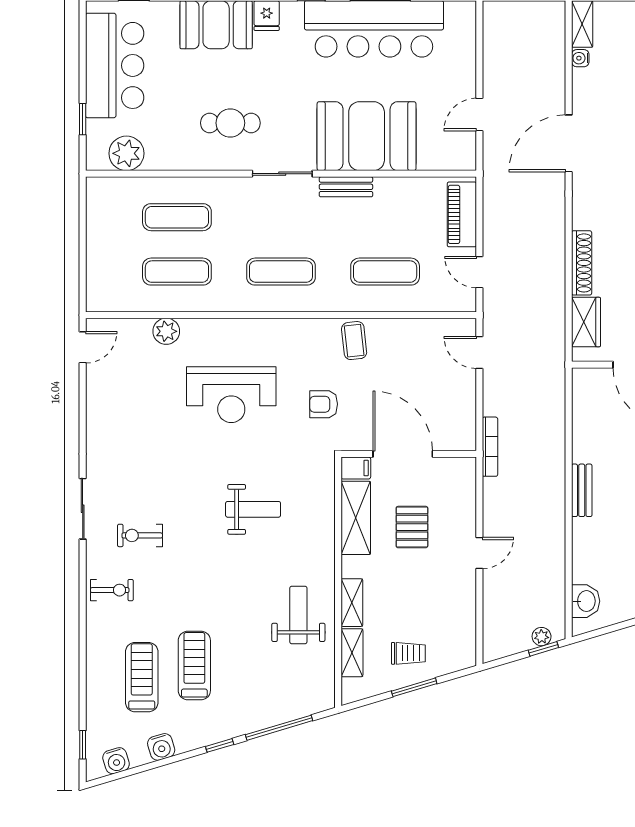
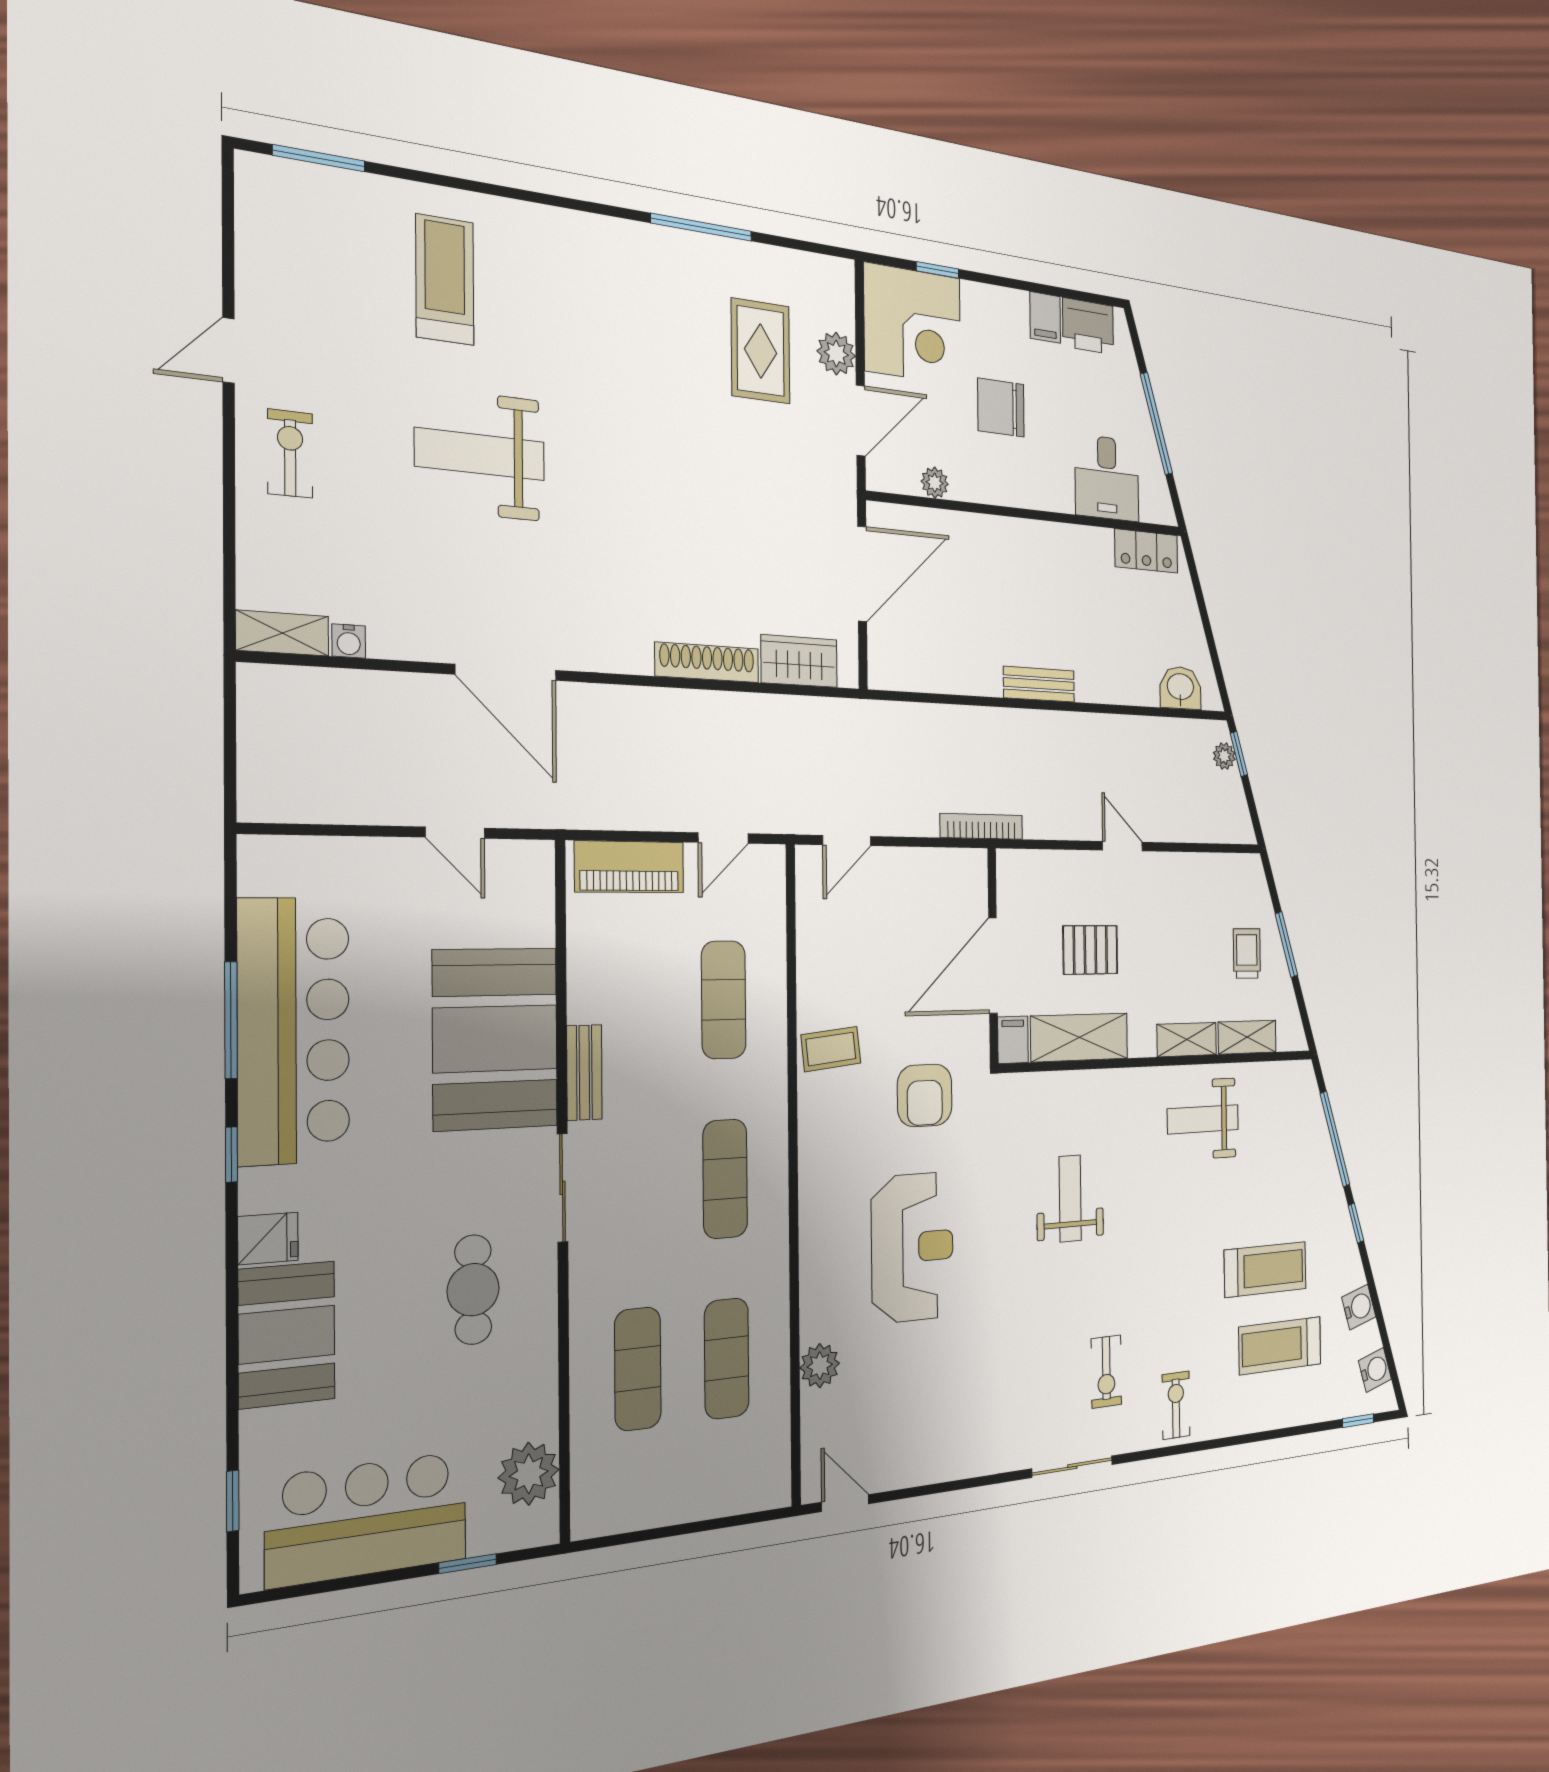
armchair: (324, 404) -> (925, 1095), width x1.38, depth x1.38
treadmill: (194, 666) -> (1265, 1269), turned 180

